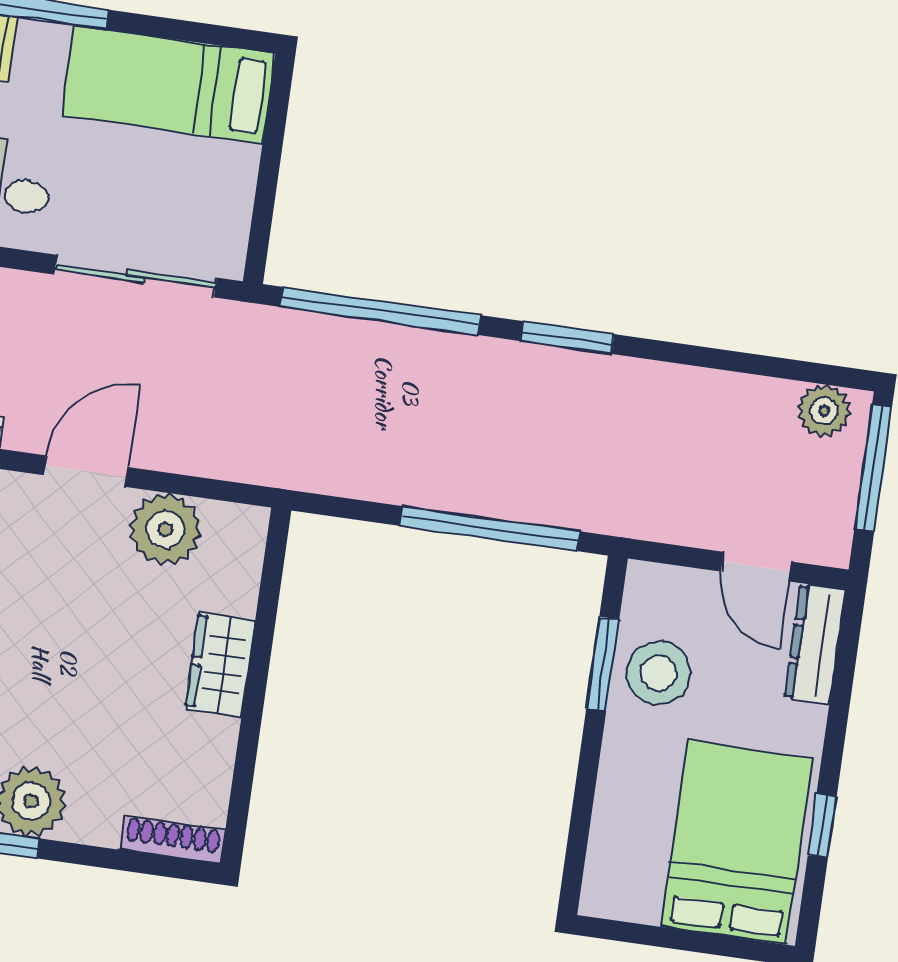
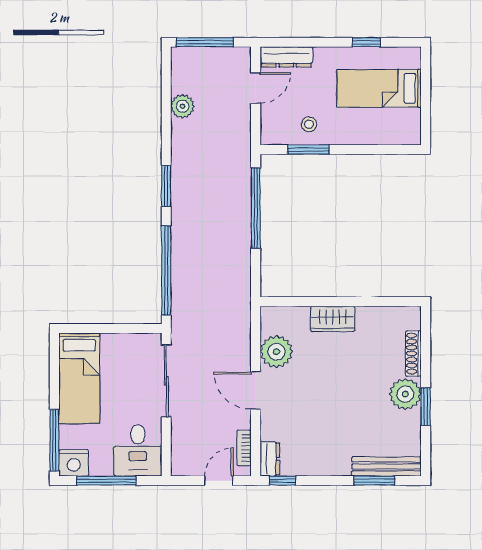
plant: (824, 411) -> (182, 106), moved
stool: (659, 673) -> (309, 124), width x0.53, depth x0.53
shoe rack: (173, 840) -> (413, 354), moved
bed: (737, 842) -> (379, 88), width x0.67

